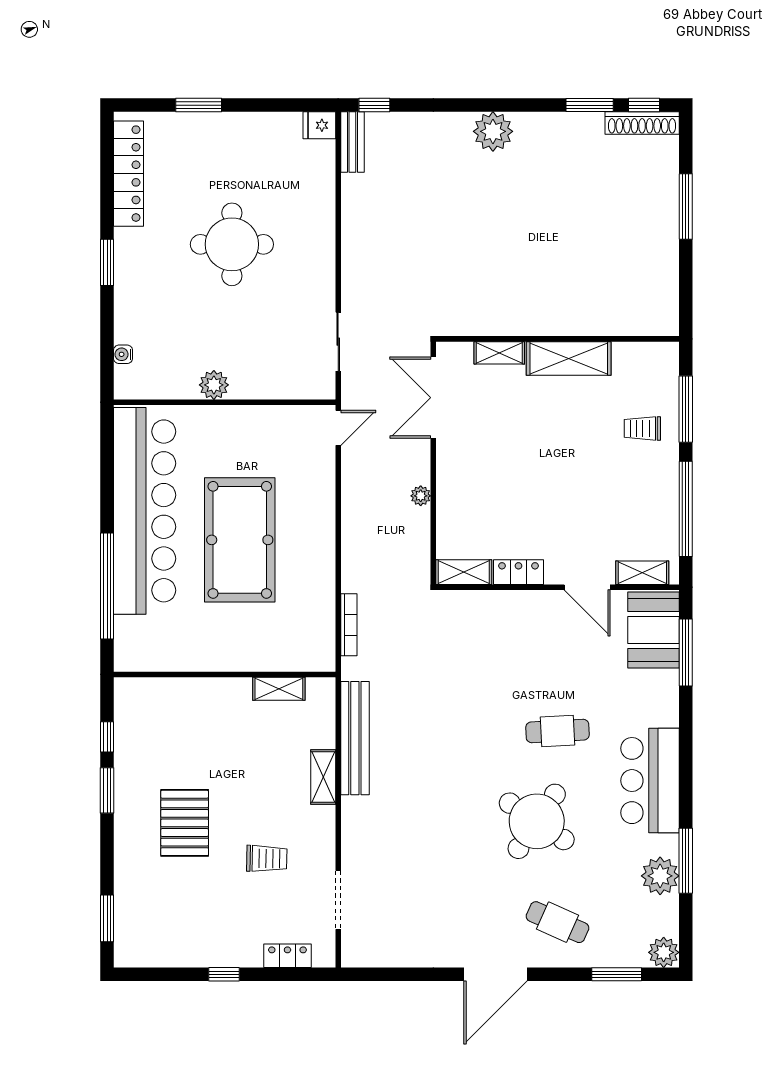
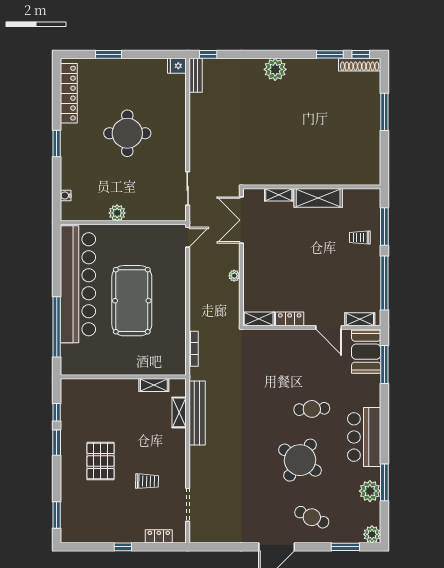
shelving: (323, 777) -> (179, 412), moved

